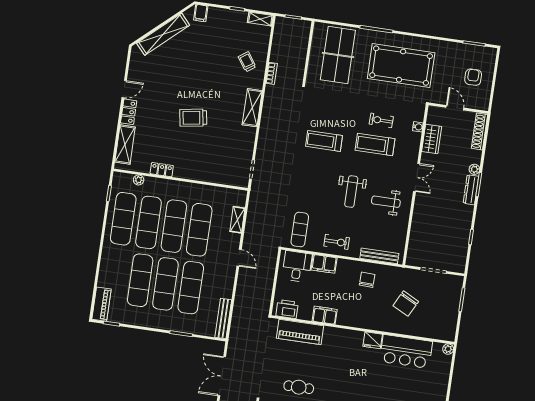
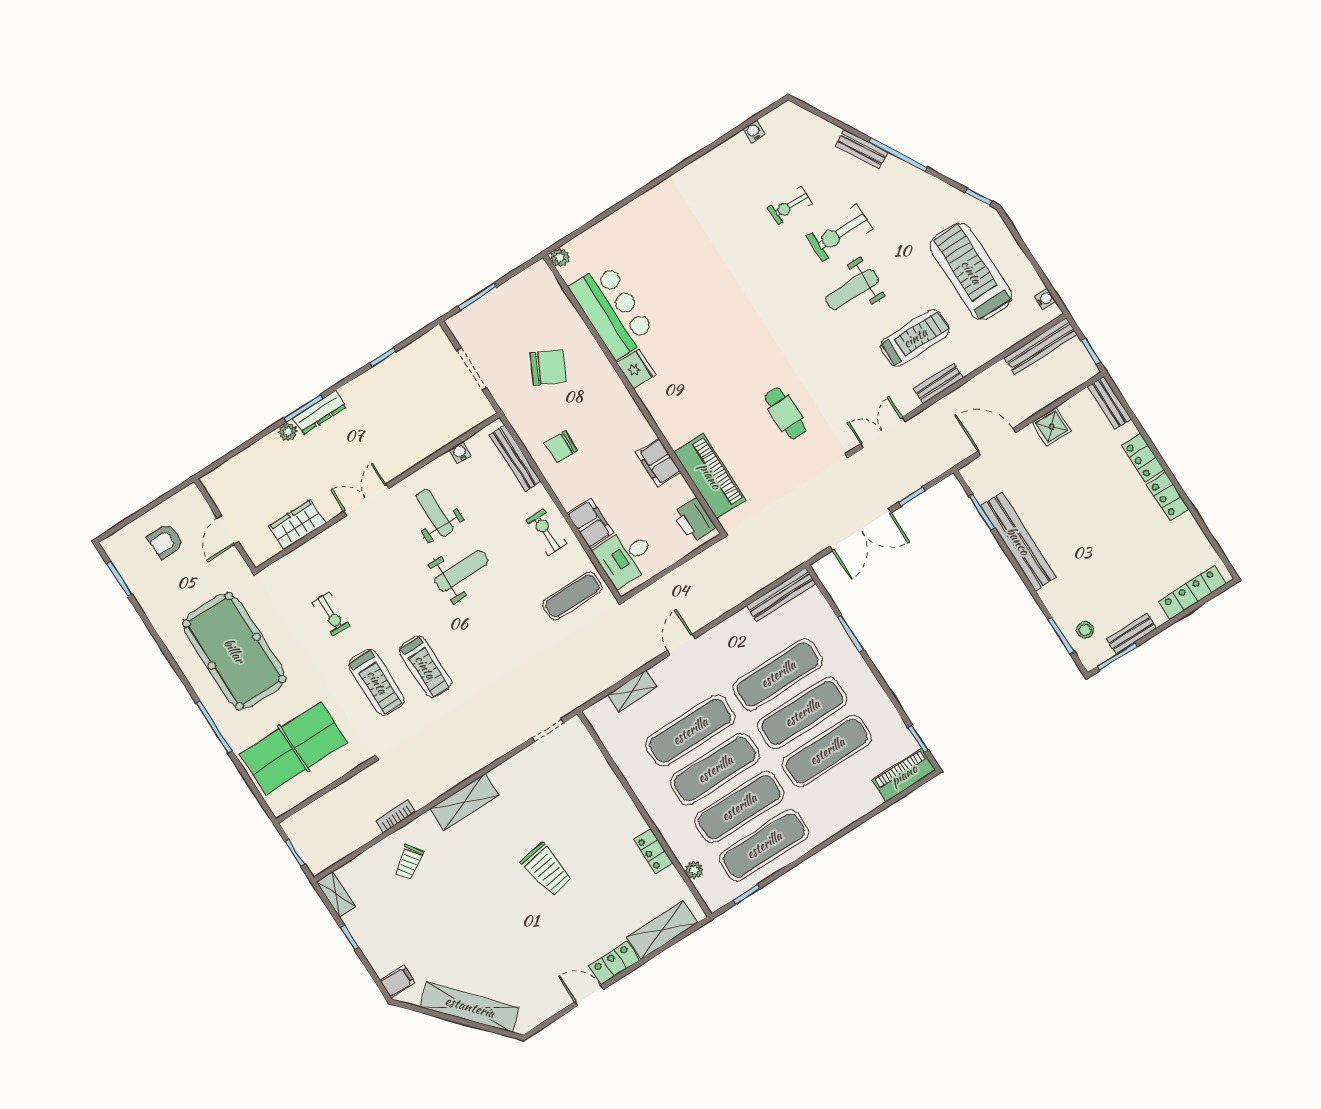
water cooler: (418, 127) -> (460, 452), moved
shoe rack: (480, 131) -> (231, 469), removed
treadmill: (375, 144) -> (377, 682), moved
weight bench: (386, 202) -> (435, 513), turned 180

